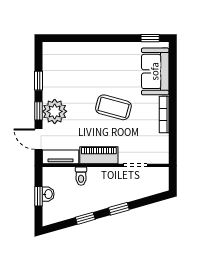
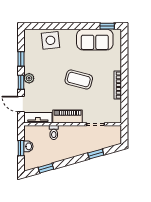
side table: (77, 56) -> (50, 40), added
sofa: (155, 71) -> (95, 40), moved, turned -90
plant: (55, 111) -> (29, 78), width x0.53, depth x0.53
window: (119, 209) -> (96, 154), moved
window: (85, 218) -> (46, 168), moved

